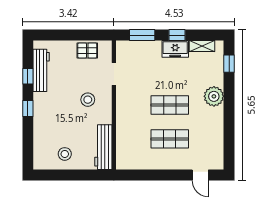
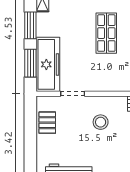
window: (177, 35) -> (30, 25), width x1.50
freezer: (175, 49) -> (48, 64), moved, width x1.91, depth x1.26

